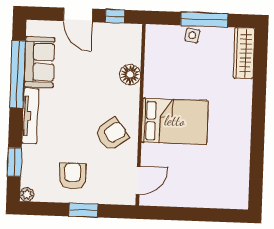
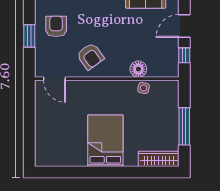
side table: (192, 35) -> (144, 88), moved
bed: (175, 121) -> (105, 141), moved, turned 180
armchair: (73, 176) -> (56, 26), turned -90

